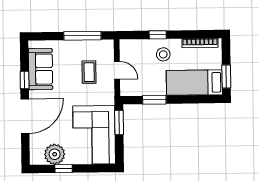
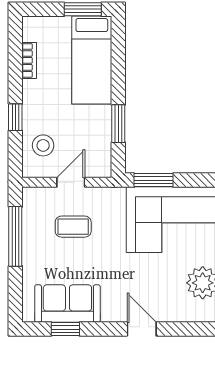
bookcase: (200, 43) -> (29, 60), width x0.64
stool: (163, 54) -> (43, 145), moved
window: (25, 80) -> (65, 329), moved
door: (25, 116) -> (142, 329), width x0.53

